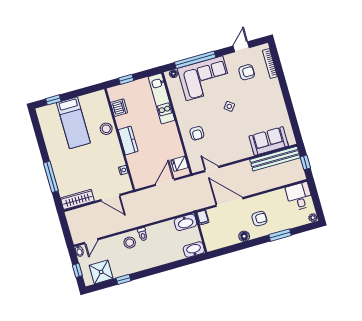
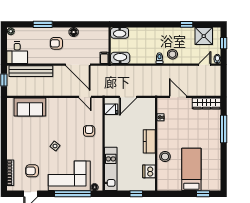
bench: (275, 159) -> (31, 71), moved

